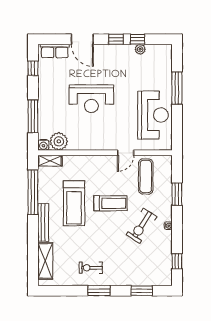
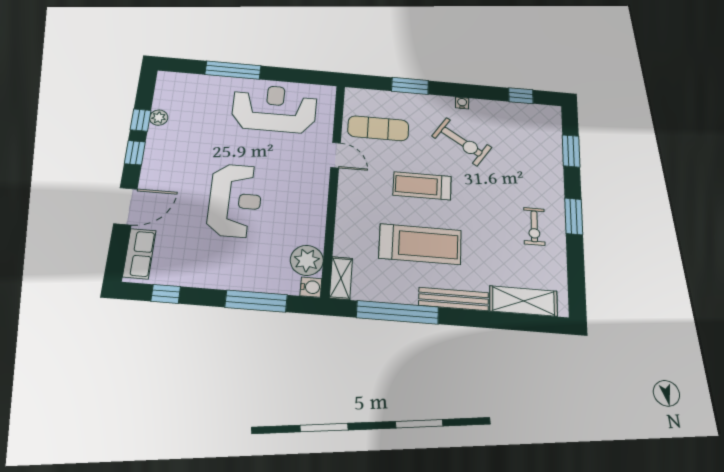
treadmill: (110, 203) -> (422, 186), turned -90

